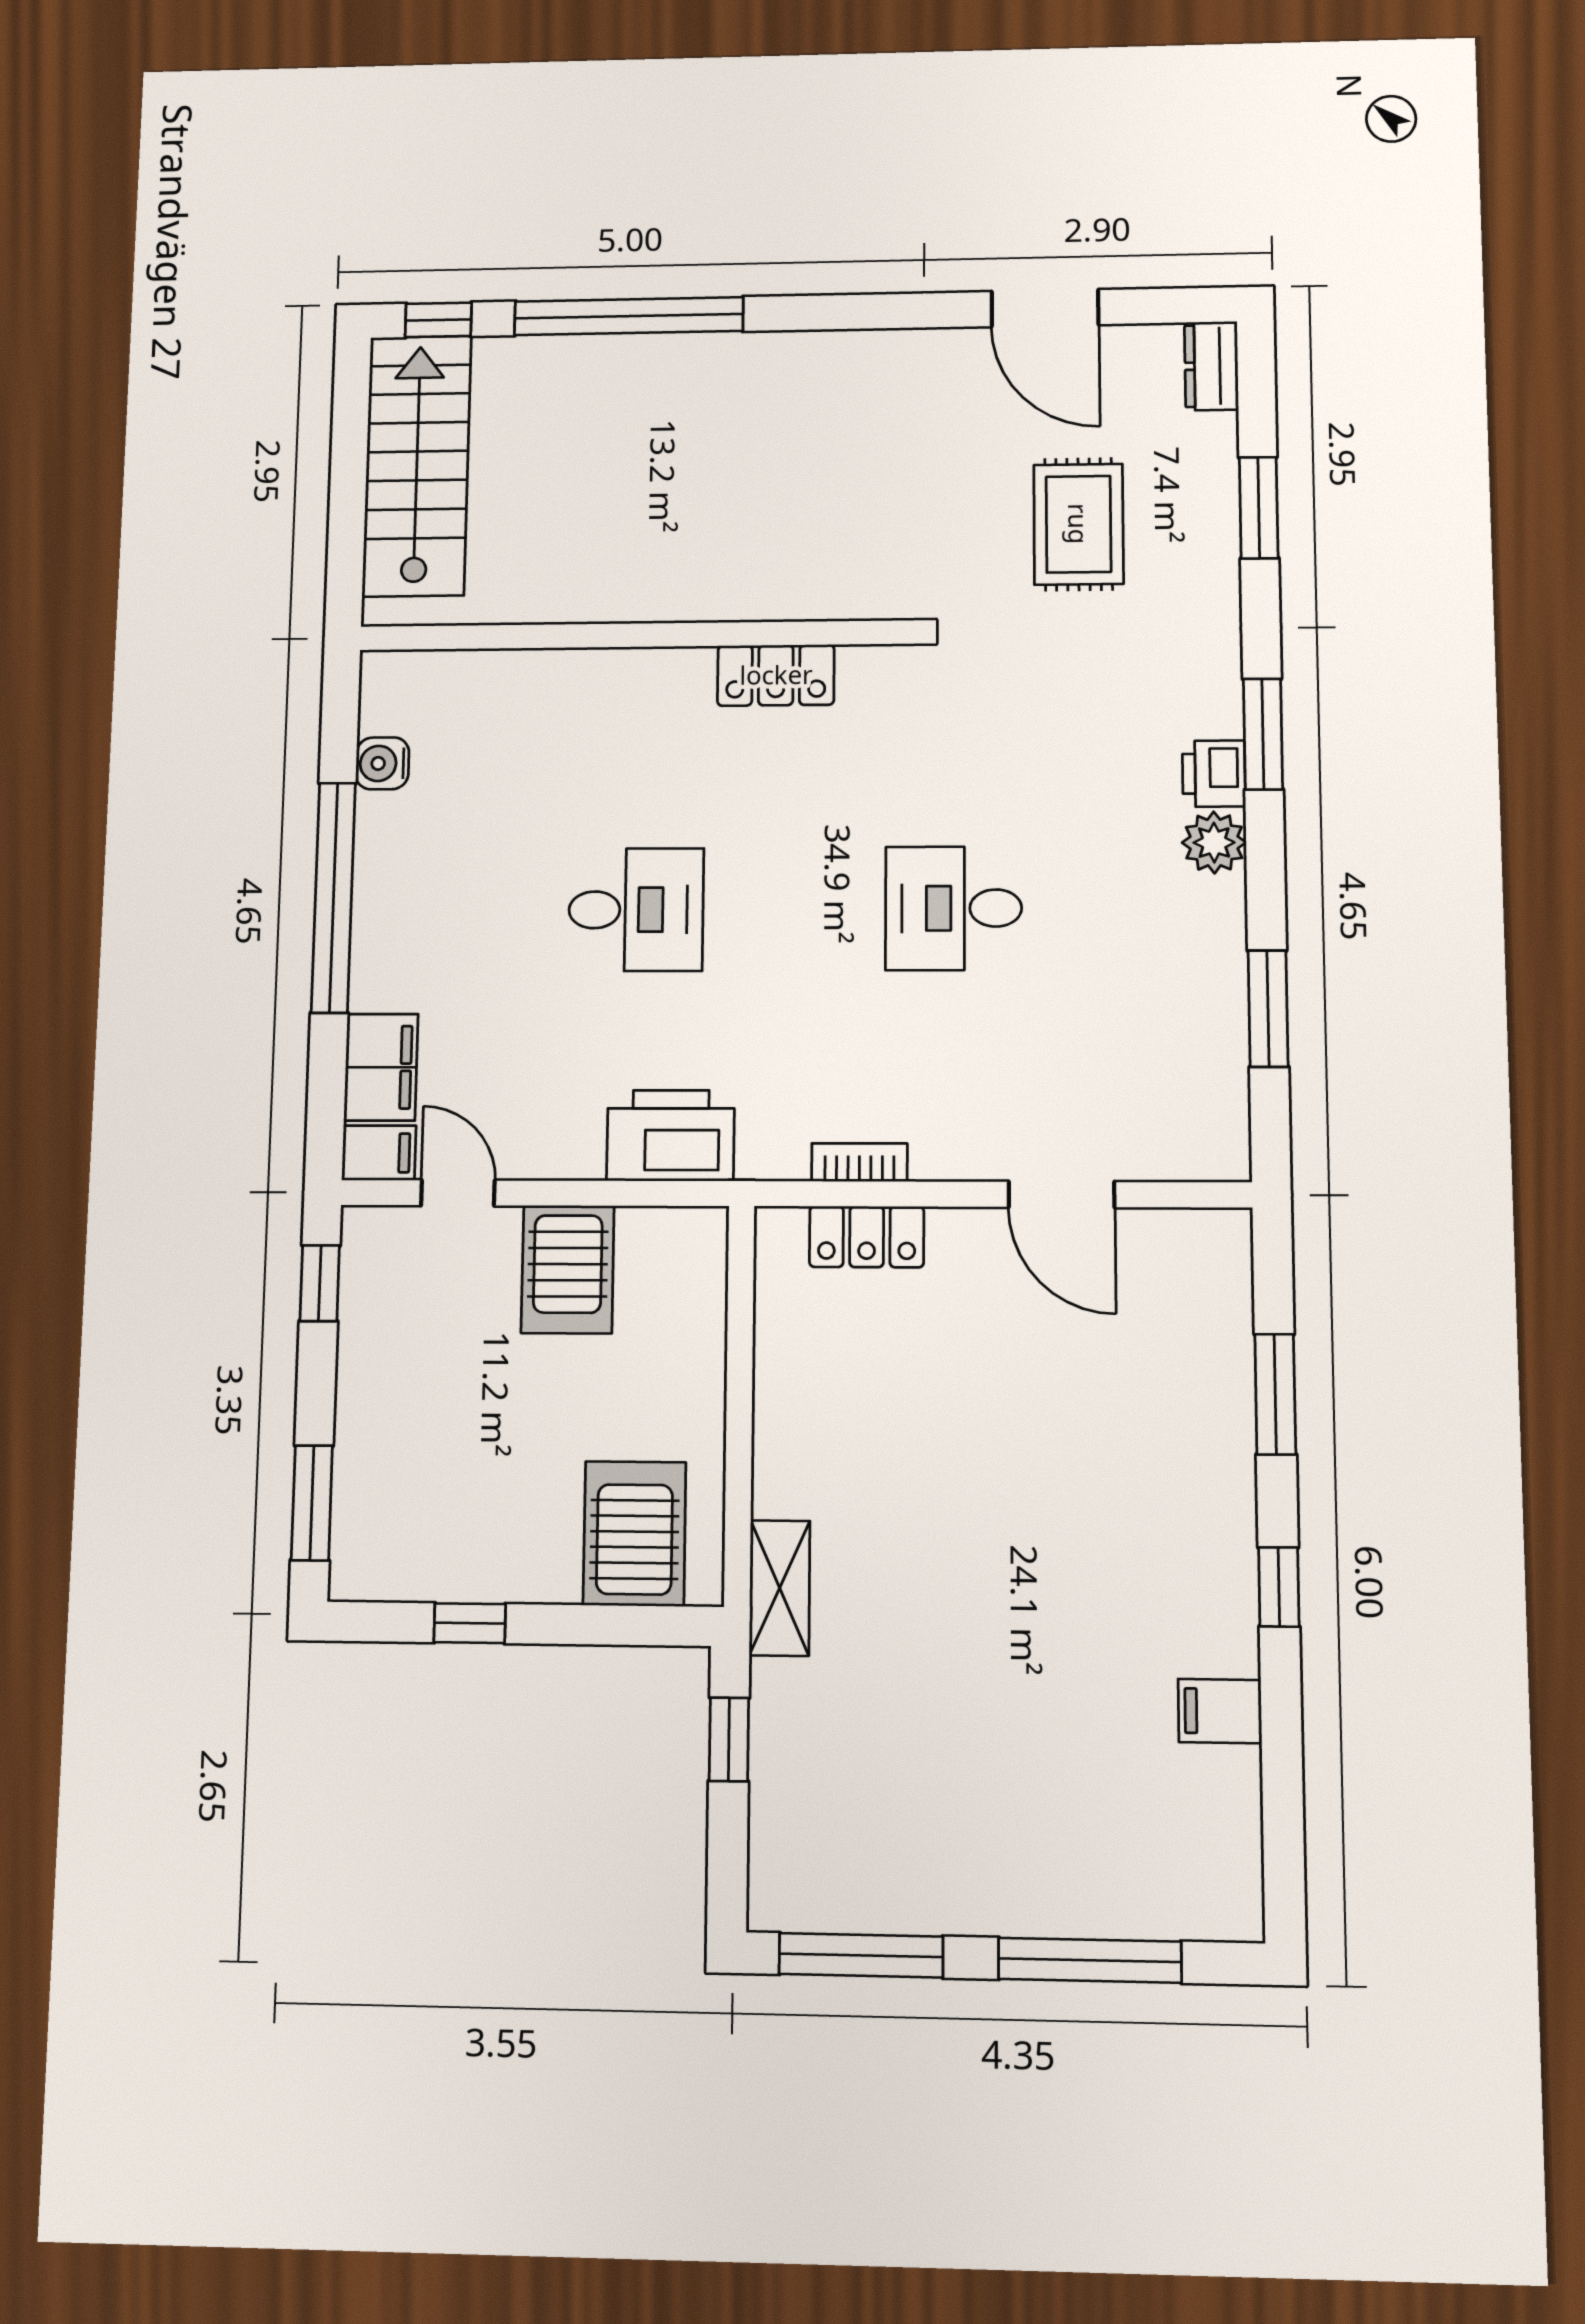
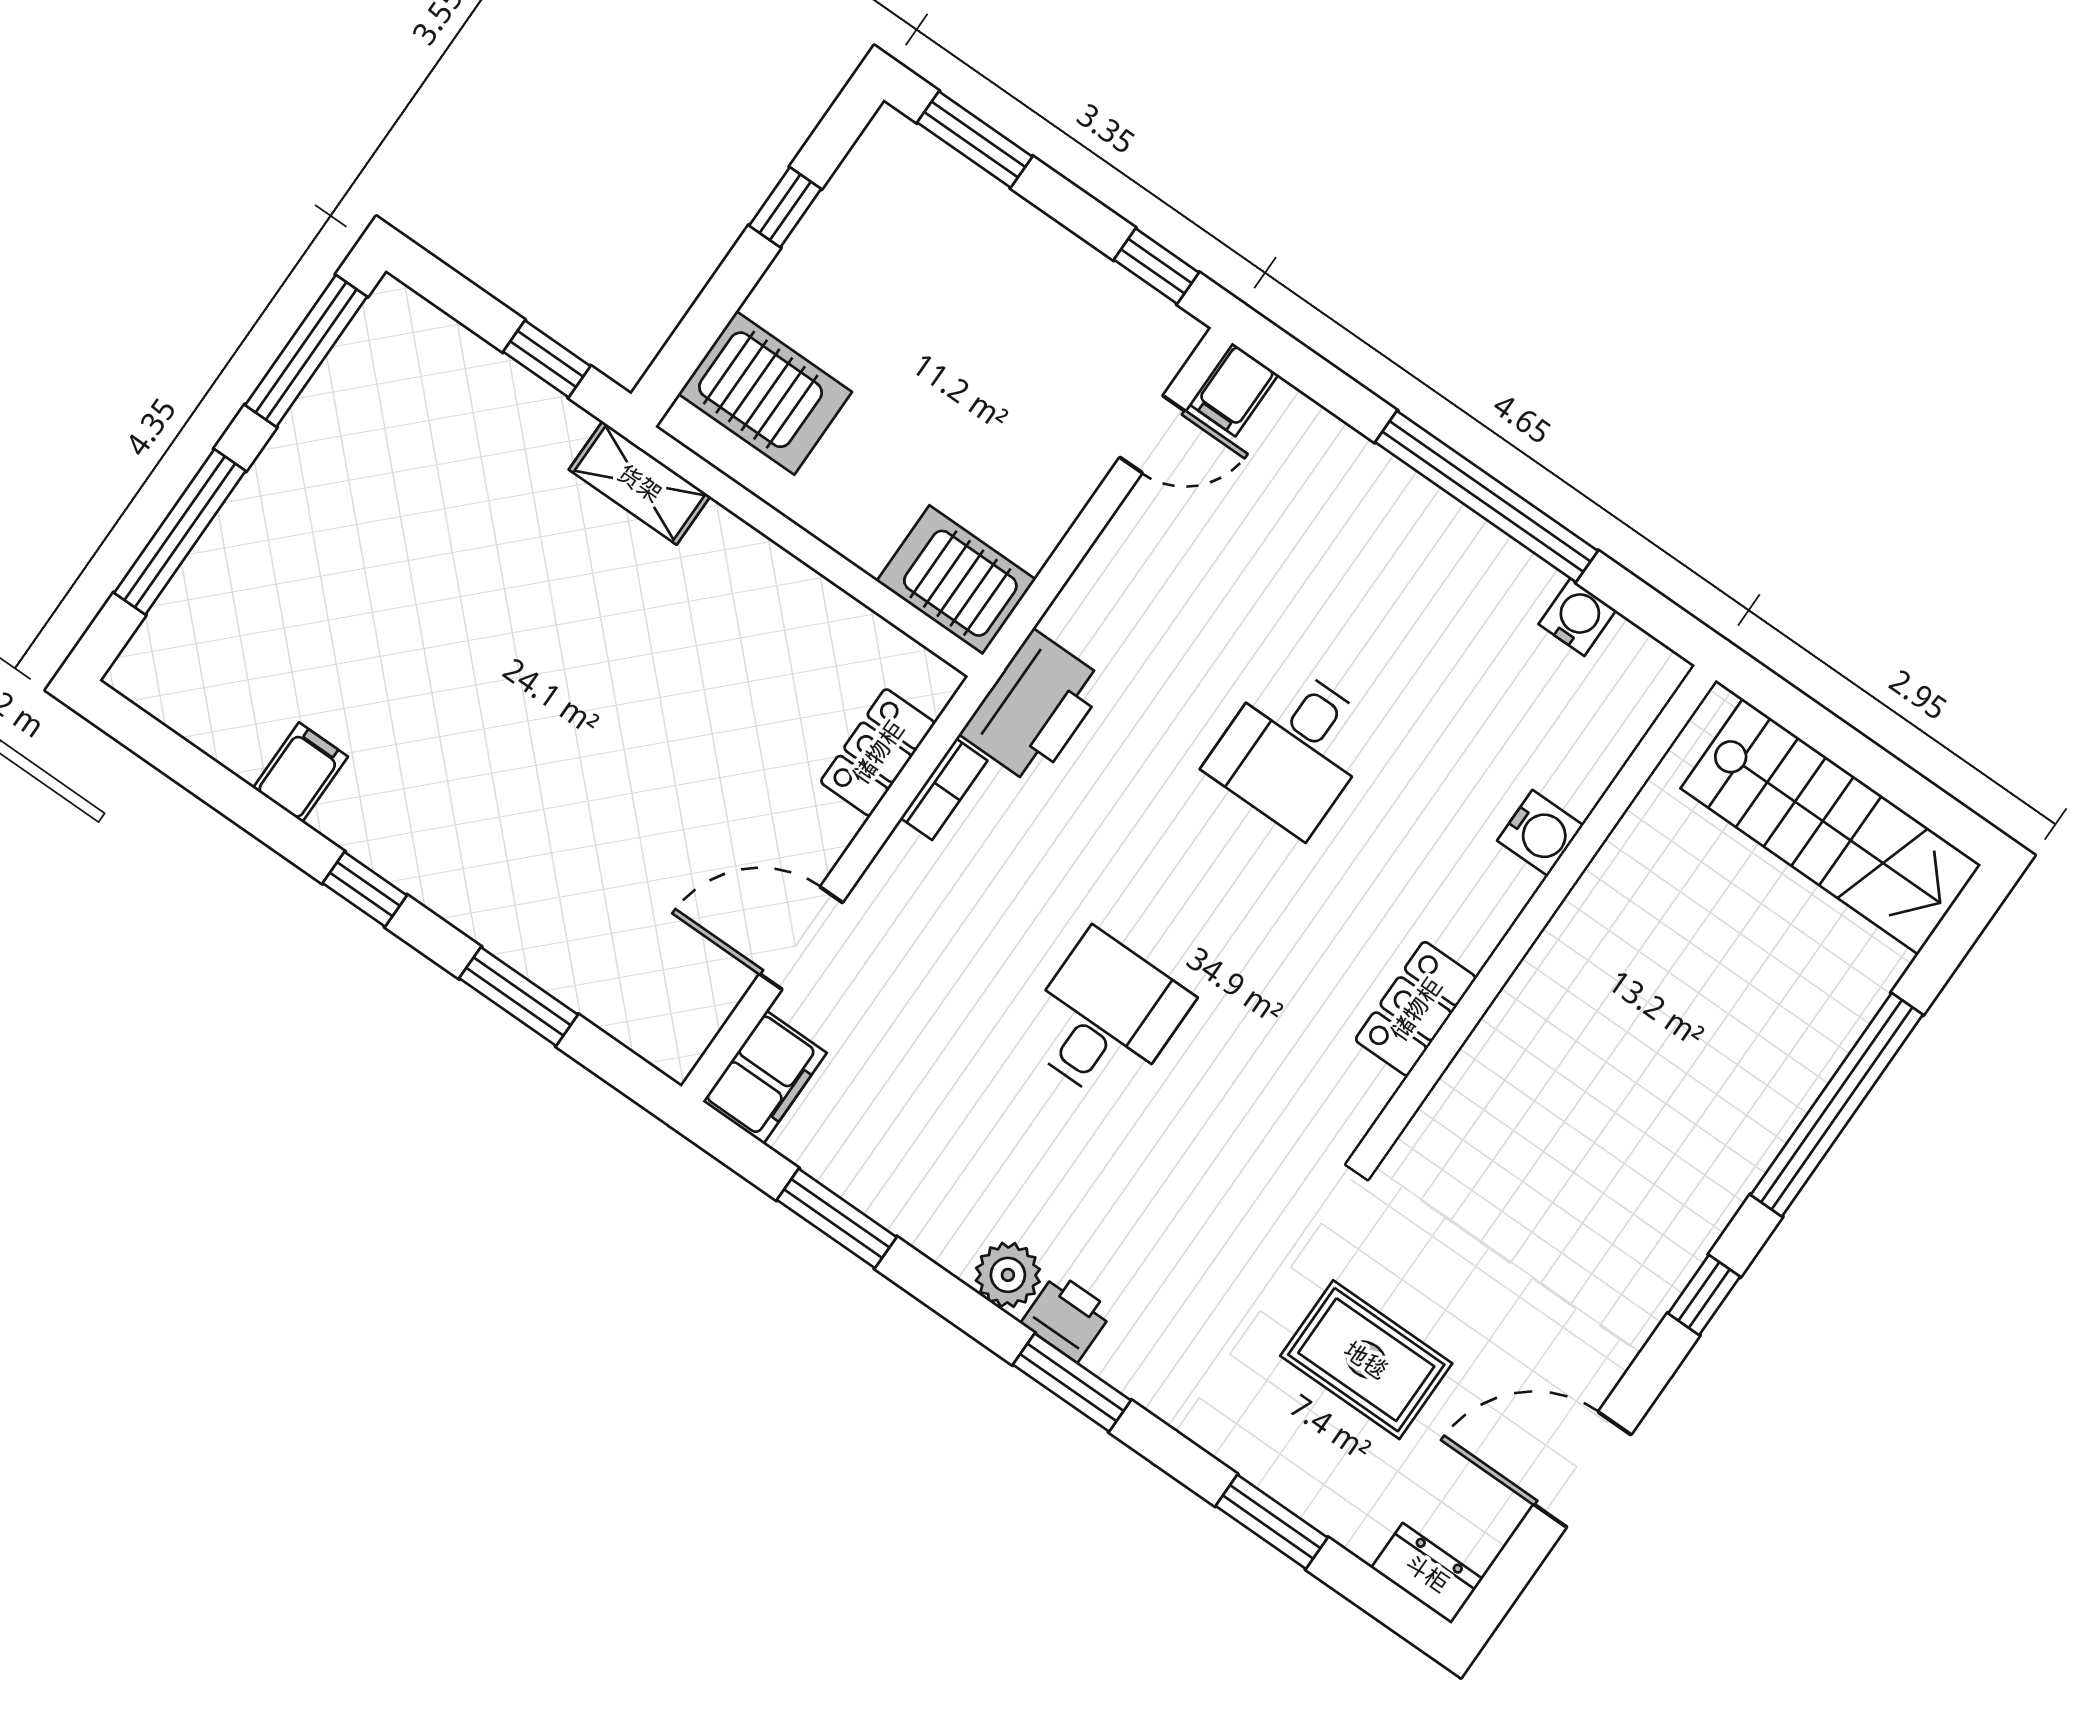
window: (438, 320) -> (1704, 1295), moved
water cooler: (571, 676) -> (1540, 833), added
filing cabinet: (381, 1067) -> (765, 1077), moved, turned -90
printer: (671, 1136) -> (1034, 708), moved
server rack: (568, 1269) -> (956, 580), moved

